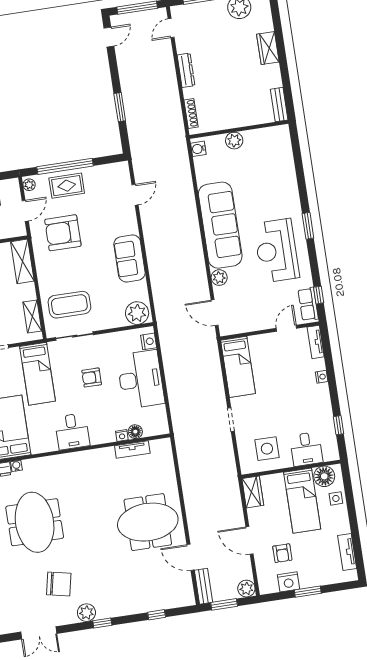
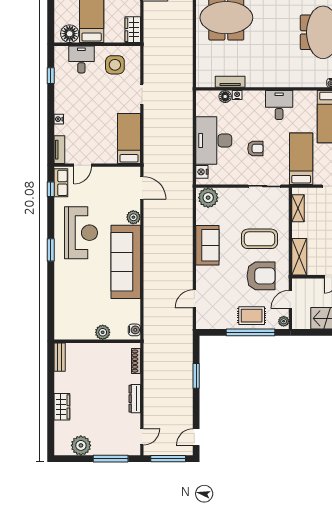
coffee table: (69, 305) -> (259, 239), moved
side table: (336, 498) -> (63, 13), removed

